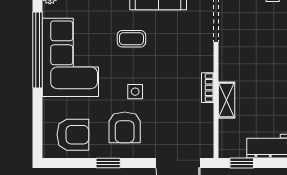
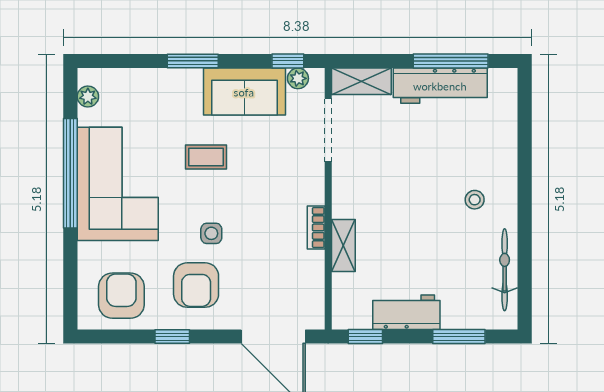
armchair: (73, 135) -> (121, 296), turned -90

